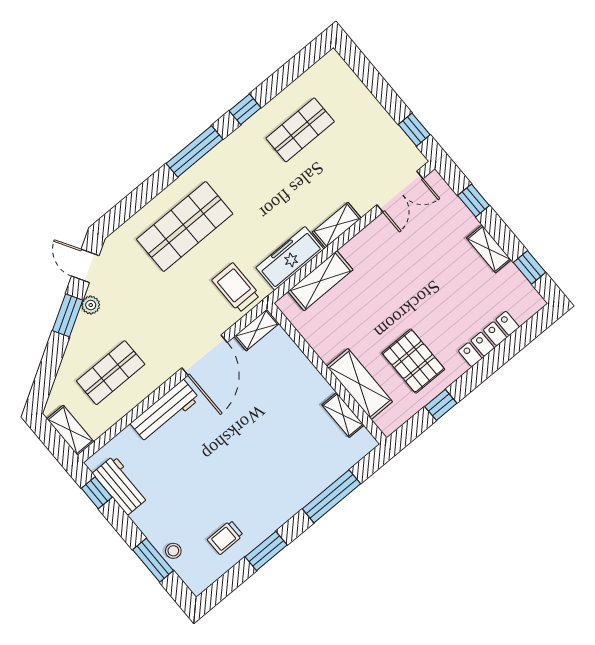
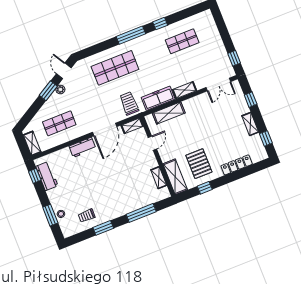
door: (308, 351) -> (152, 143), added
shelving: (360, 384) -> (175, 177), moved
workbench: (165, 411) -> (82, 147), width x0.73

